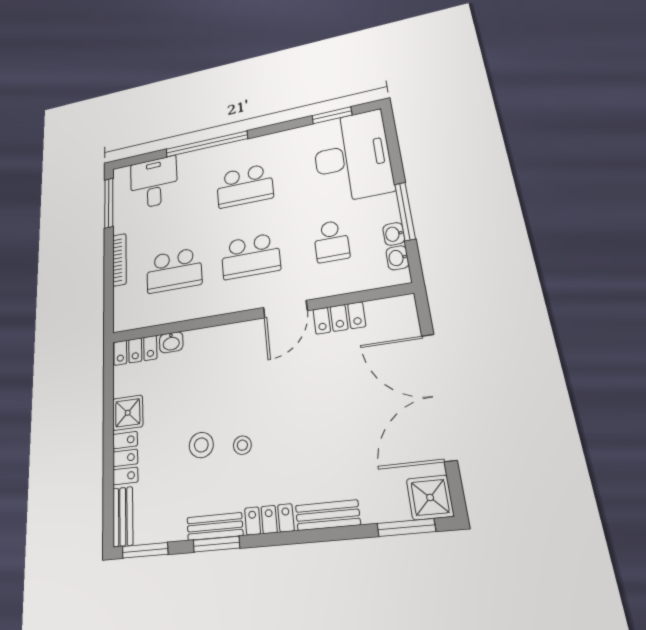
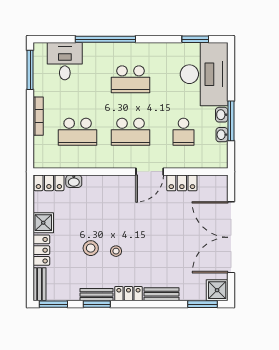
washbasin: (397, 258) -> (222, 115), moved

